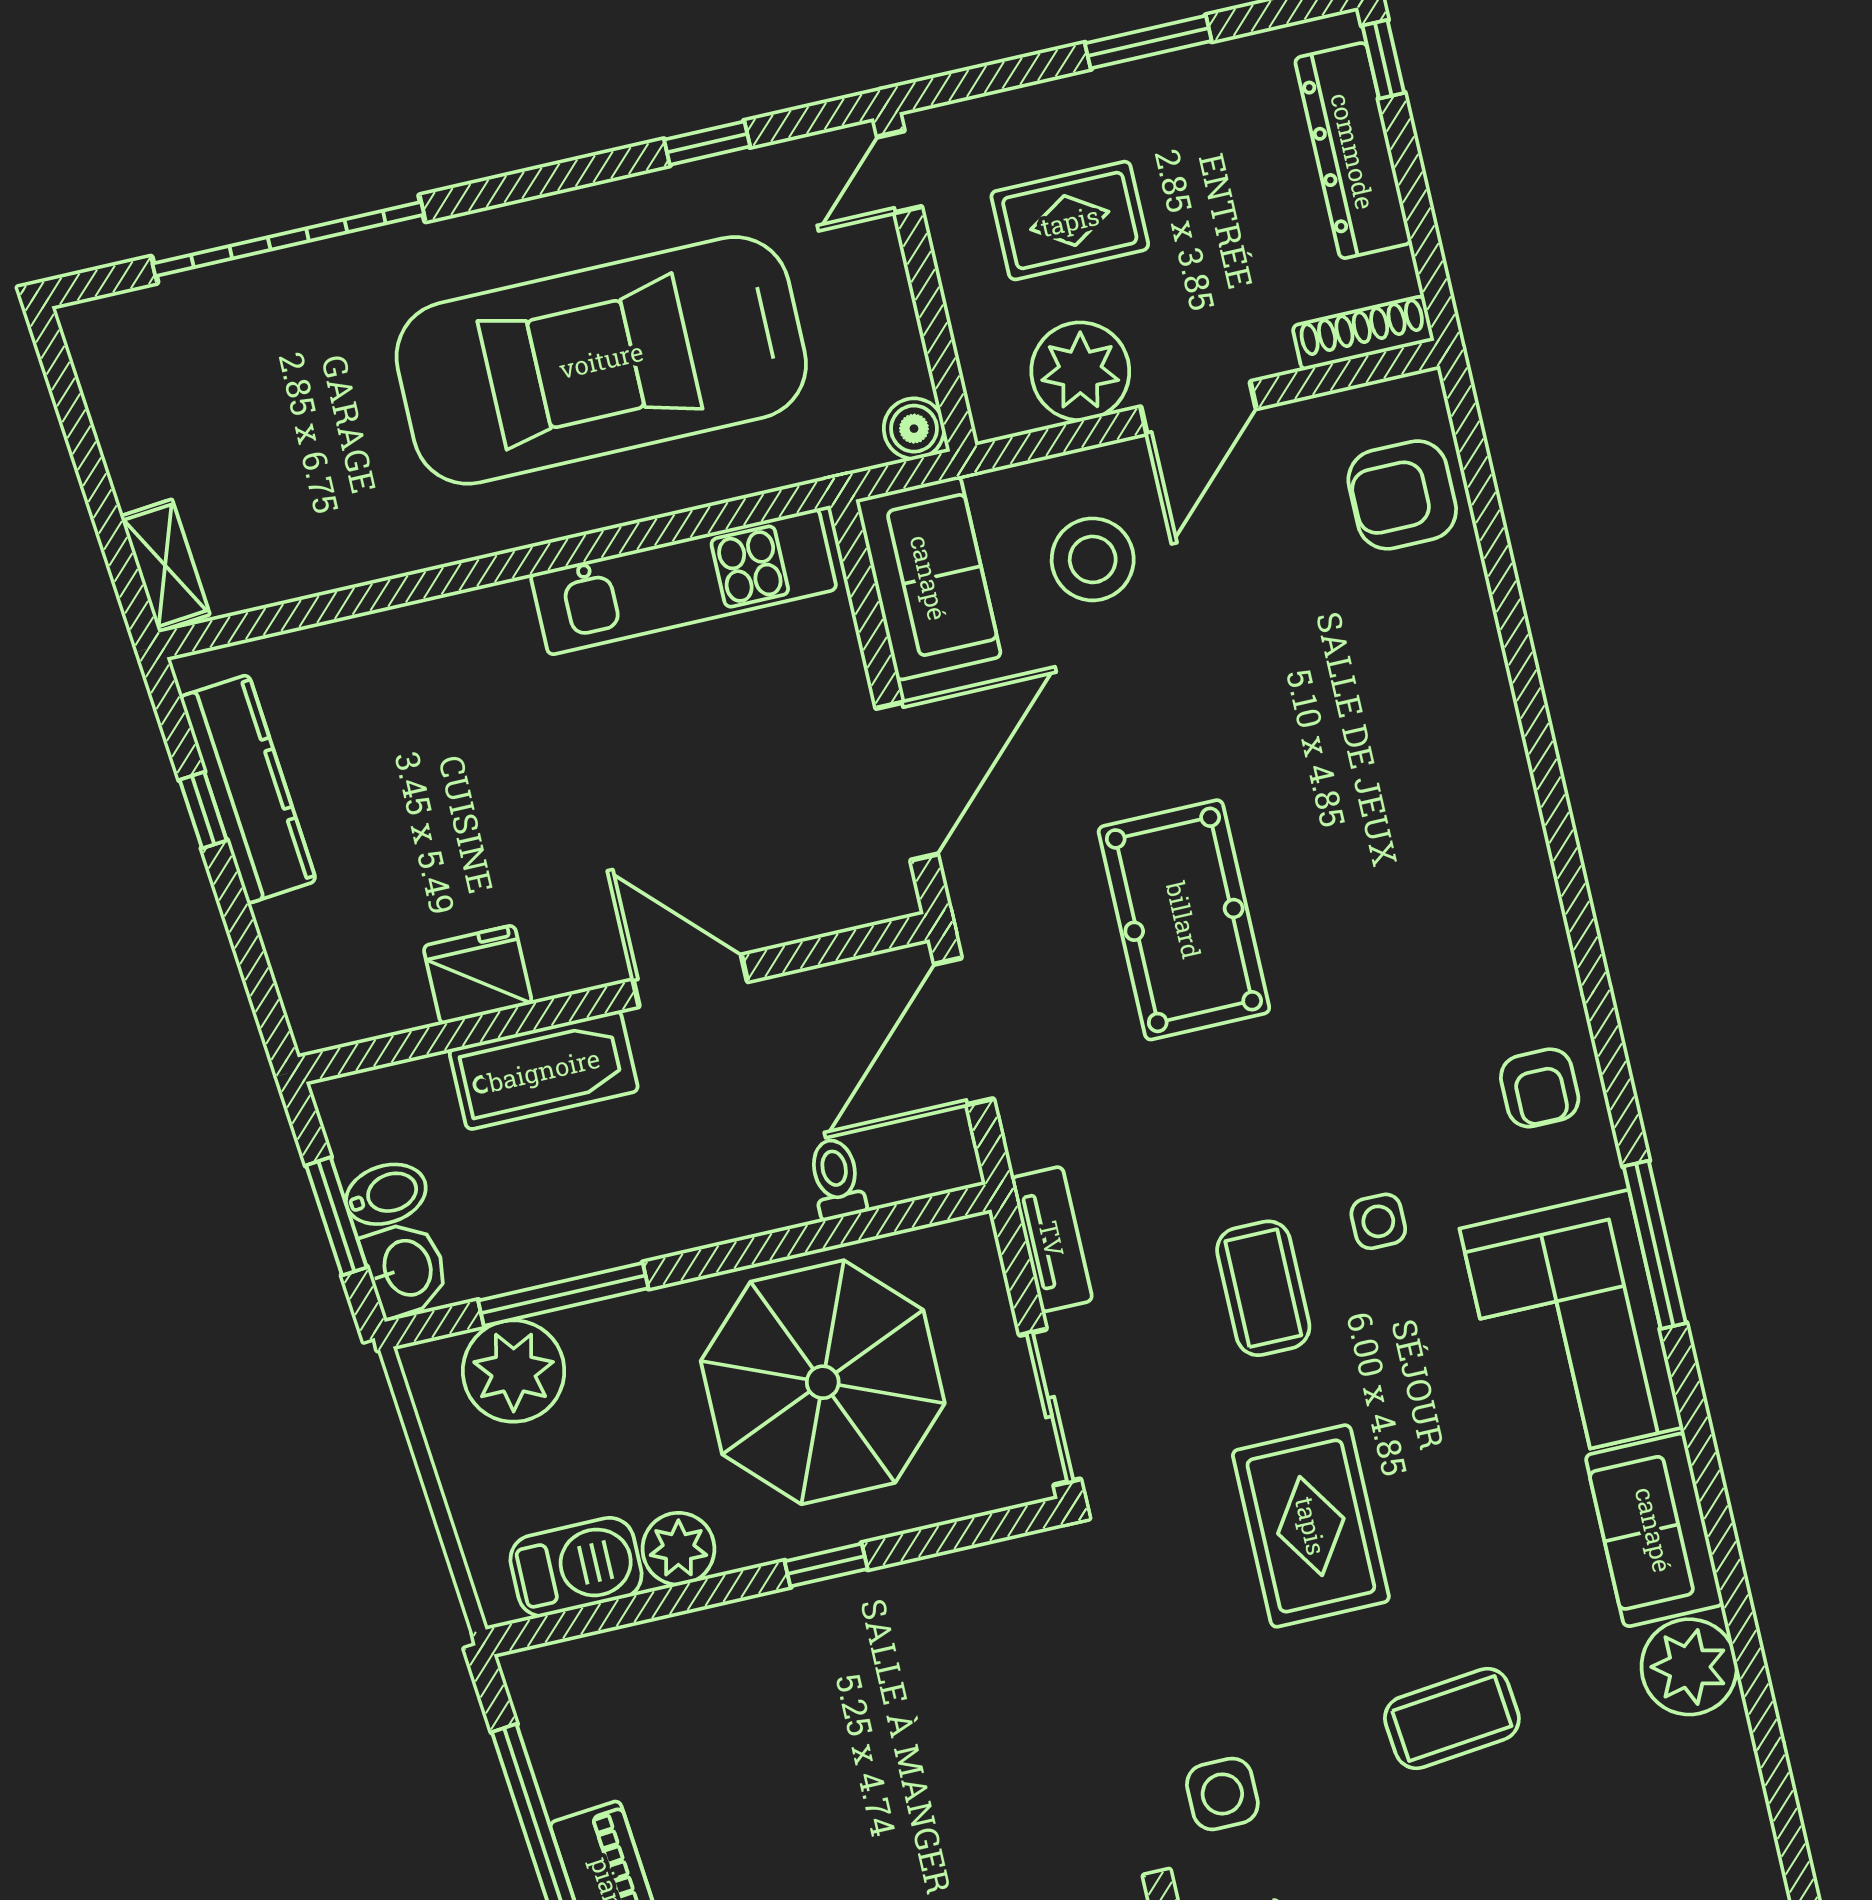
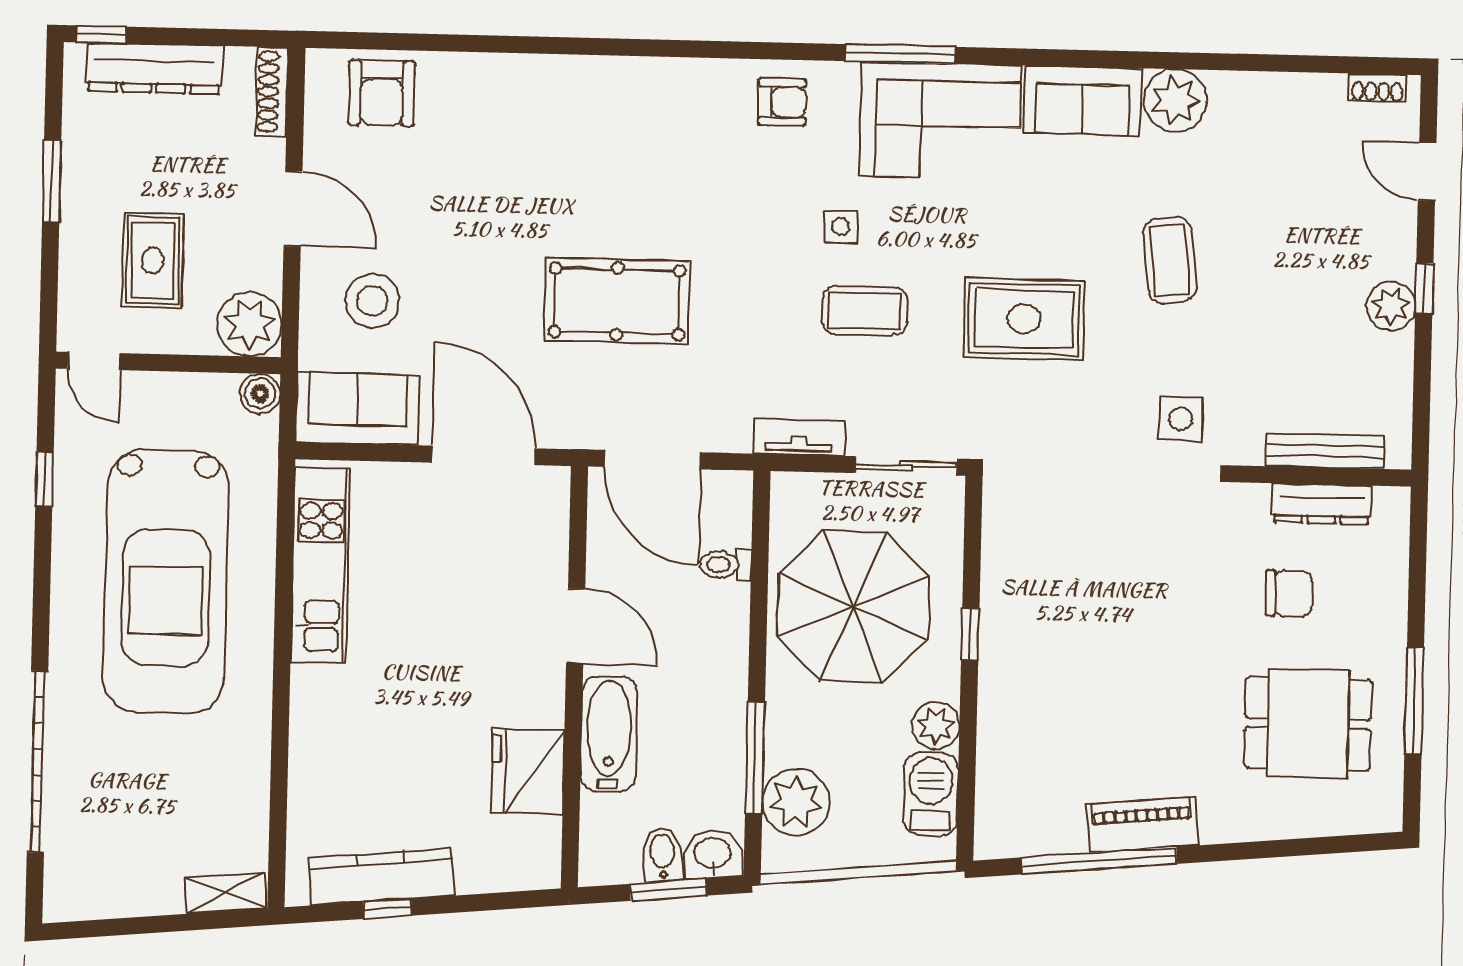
plant: (1080, 371) -> (249, 324), moved
fridge: (478, 975) -> (528, 771), width x1.36, depth x1.34
door: (690, 981) -> (576, 626), swing flipped

